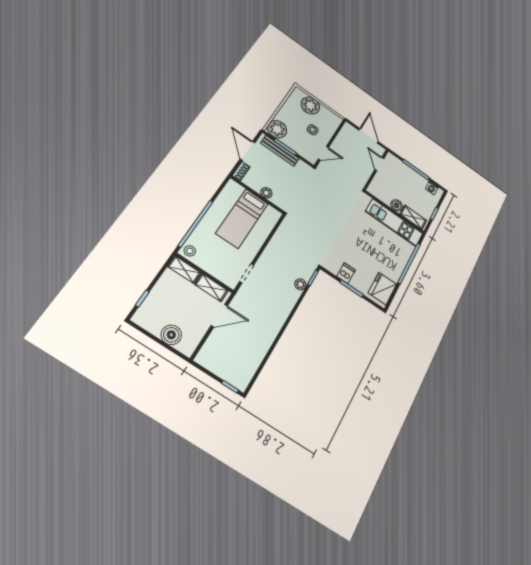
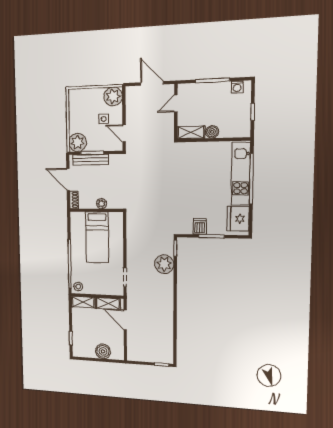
plant: (310, 106) -> (113, 96), moved
door: (323, 153) -> (124, 133), swing flipped
door: (379, 164) -> (176, 103), hinge flipped
shelving: (413, 217) -> (191, 132), moved
kitchen unit: (394, 223) -> (241, 174), moved, turned 90
plant: (300, 284) -> (164, 264), width x1.87, depth x1.87
door: (219, 316) -> (125, 320), swing flipped

